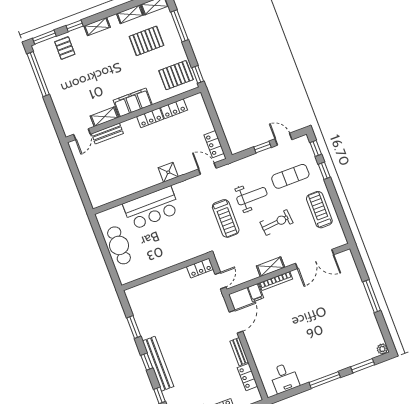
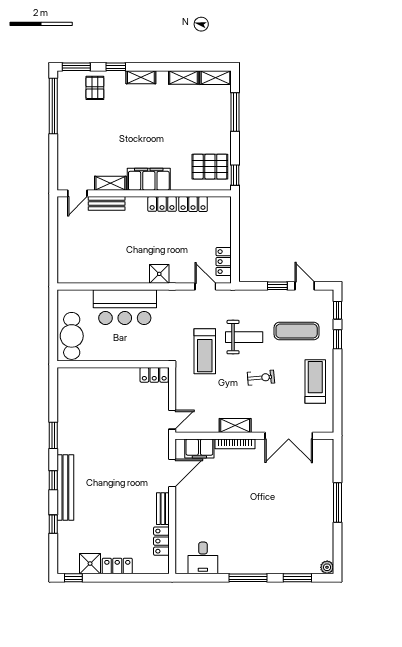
pallet: (147, 41) -> (191, 115), removed
exercise bike: (277, 223) -> (261, 378), width x0.73, depth x0.72
locker: (200, 268) -> (154, 375), moved
wall: (165, 272) -> (113, 364), moved
filing cabinet: (255, 293) -> (199, 448), width x2.00

